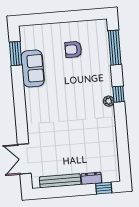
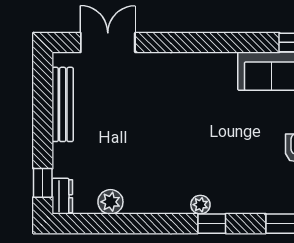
plant: (111, 150) -> (110, 202), added
dresser: (91, 178) -> (62, 196), moved

